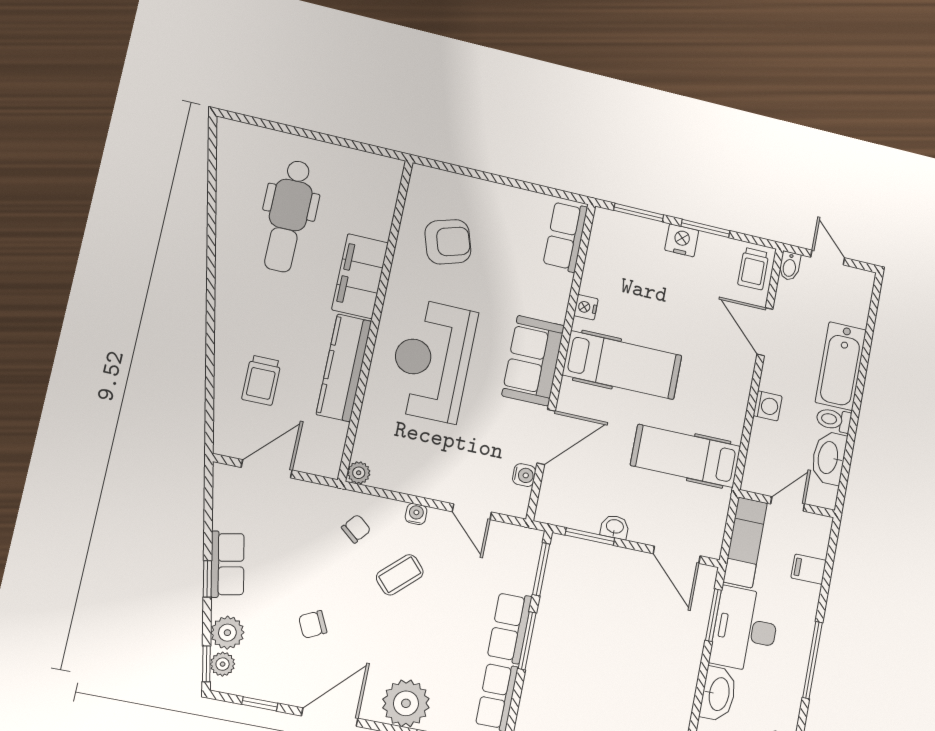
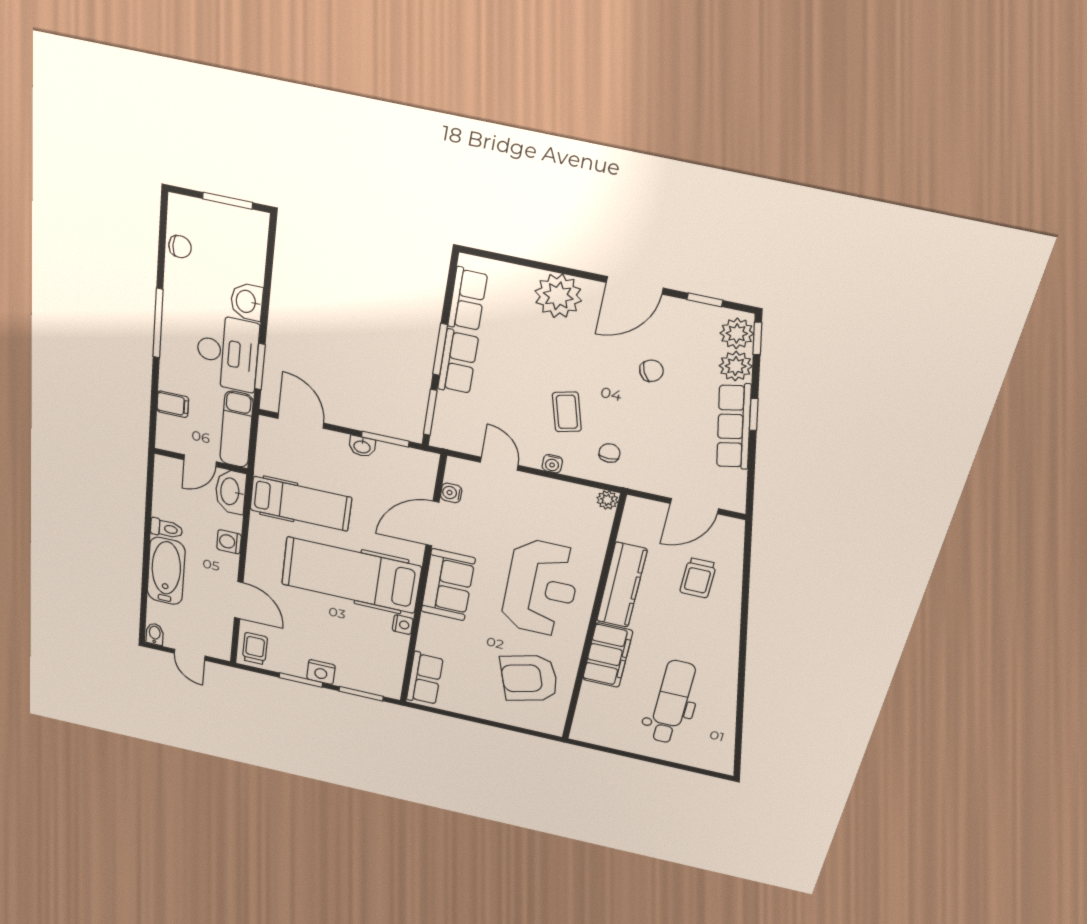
armchair: (448, 242) -> (529, 678), width x1.36, depth x1.36
bidet: (790, 266) -> (155, 634), moved
hospital bed: (622, 365) -> (351, 575), width x1.37, depth x1.29
trolley: (261, 380) -> (698, 578), turned 180
washbasin: (829, 458) -> (231, 492), moved, turned 180
chair: (356, 529) -> (609, 453), turned 141
row of seats: (228, 564) -> (734, 427), width x1.48
coffee table: (400, 575) -> (567, 412), turned -62
plant: (223, 664) -> (737, 333), width x1.38, depth x1.38
washbasin: (718, 694) -> (247, 302), width x0.72

